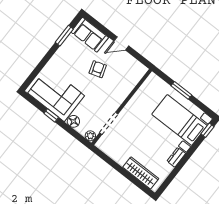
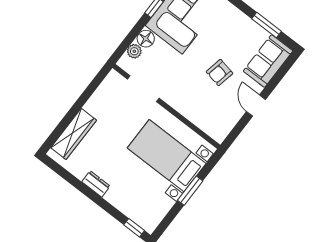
armchair: (98, 69) -> (219, 73), turned 119
bed with nightstands: (180, 120) -> (167, 156), moved, turned -90
plant: (90, 136) -> (134, 51), moved

